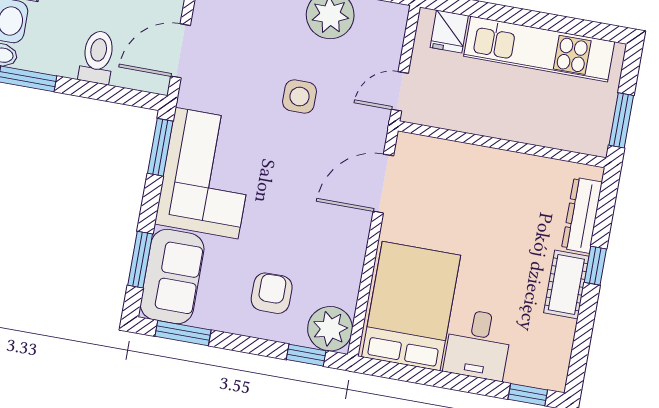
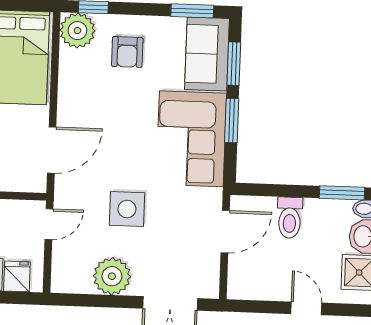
side table: (300, 97) -> (127, 209), width x1.37, depth x1.37
window: (160, 147) -> (232, 121), moved

